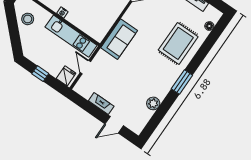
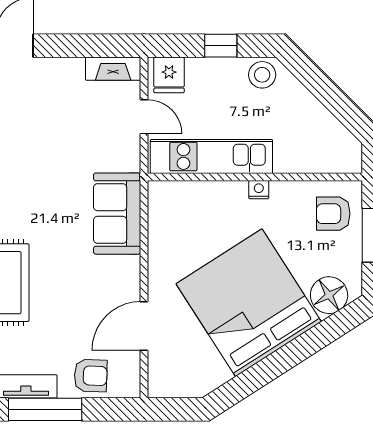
stool: (28, 19) -> (262, 75), moved
fireplace: (101, 104) -> (113, 69), moved

